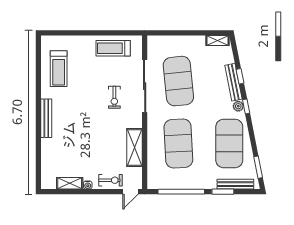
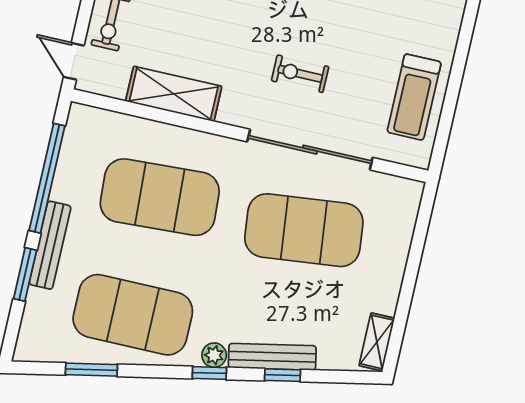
treadmill: (113, 48) -> (414, 97), turned 180
window: (258, 167) -> (91, 370), moved
bench: (235, 184) -> (50, 245), moved

